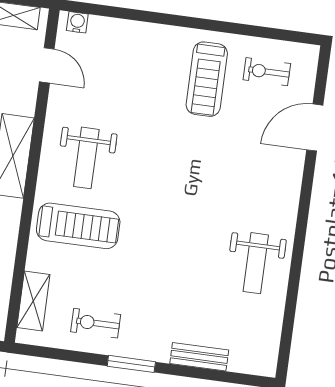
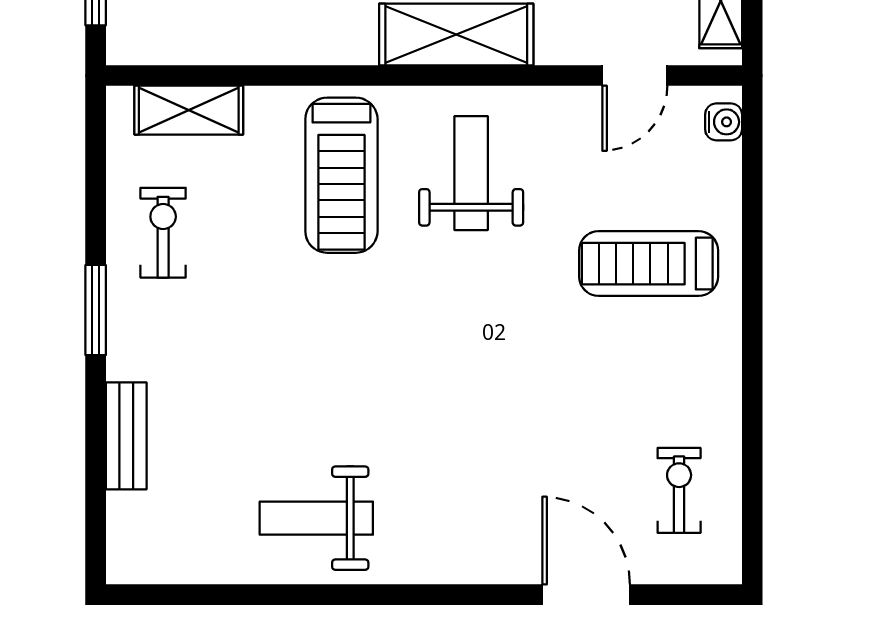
treadmill: (207, 79) -> (649, 264), moved
weight bench: (86, 158) -> (471, 173), turned 90

